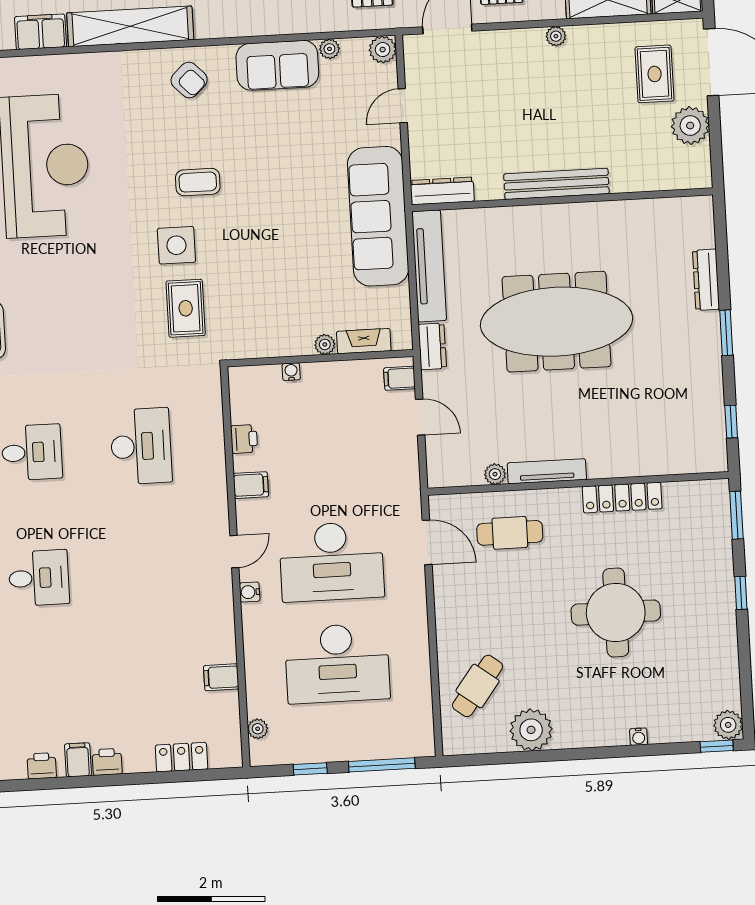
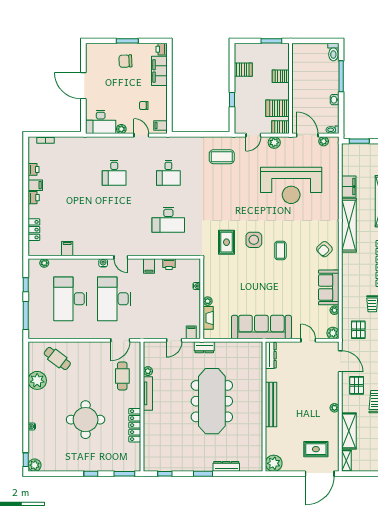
plant: (690, 126) -> (274, 463), moved
tv unit: (429, 266) -> (239, 348), removed
rug: (186, 308) -> (227, 242), turned 90

